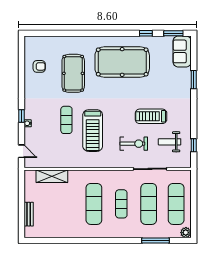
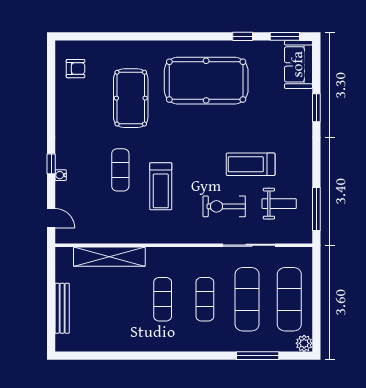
armchair: (39, 66) -> (75, 69), moved
treadmill: (93, 131) -> (161, 186), width x0.73, depth x0.73
weight bench: (170, 142) -> (279, 204), turned 180
exercise bike: (134, 144) -> (224, 206), turned 180
window: (194, 145) -> (316, 209), width x2.17
shelving: (52, 176) -> (109, 257), width x1.47
exercise mat: (94, 204) -> (163, 299), width x0.73, depth x0.69
bench: (29, 214) -> (62, 308), width x1.36

